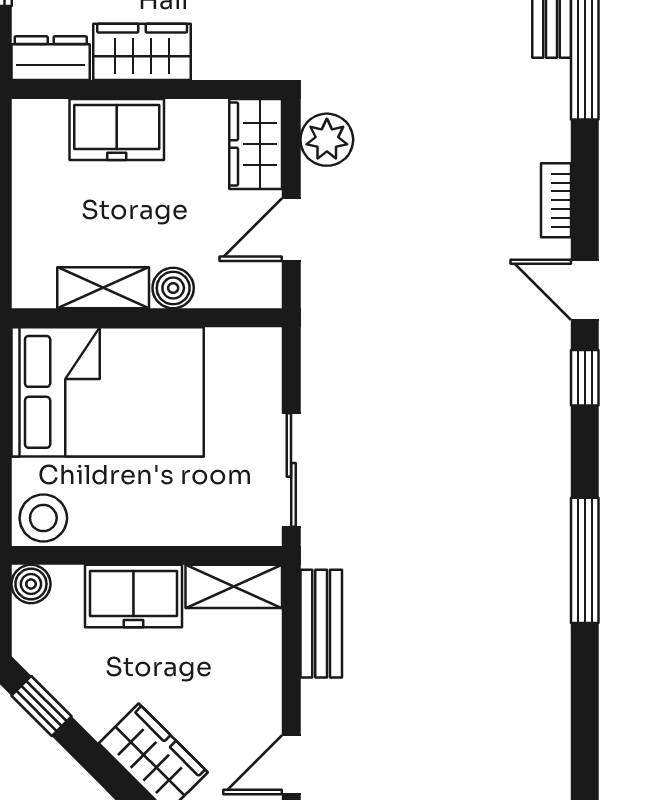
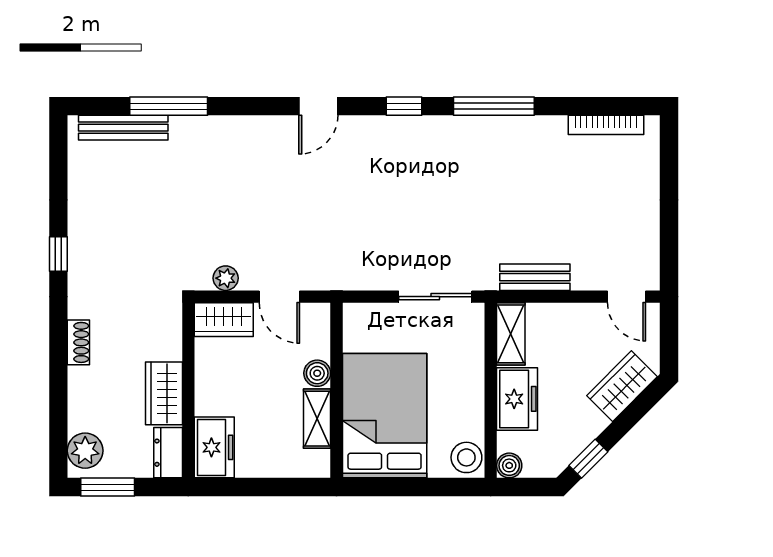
freezer: (117, 129) -> (214, 447), moved
plant: (327, 140) -> (226, 278), width x0.73, depth x0.73
bookcase: (556, 200) -> (606, 125), moved, width x1.56
window: (585, 378) -> (404, 106), moved

